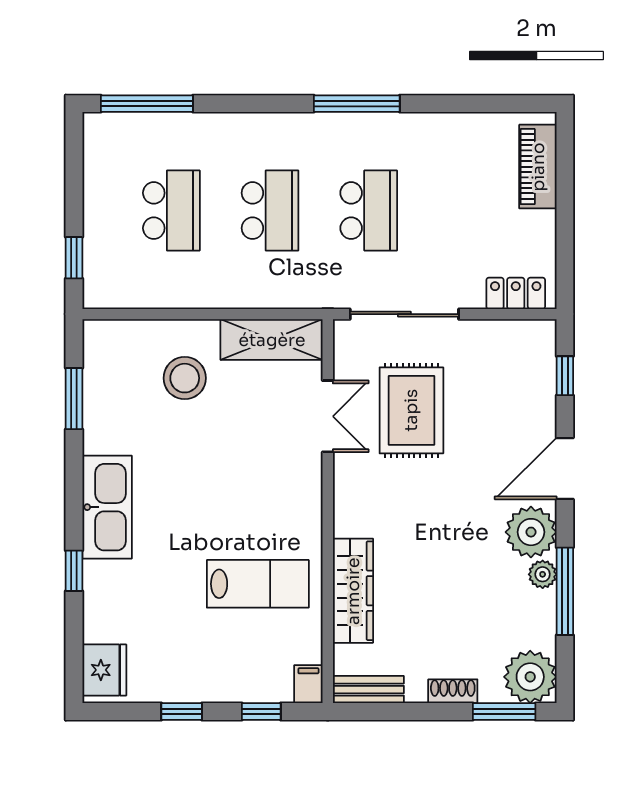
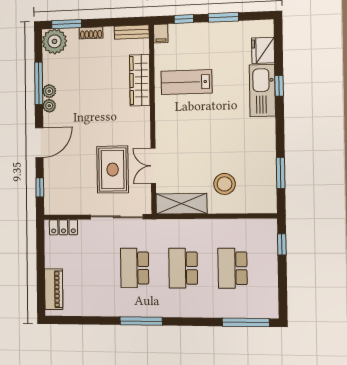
kitchen sink: (107, 507) -> (262, 90), moved
plant: (531, 532) -> (49, 106), width x0.53, depth x0.53
fridge: (104, 670) -> (263, 50), moved
window: (182, 711) -> (223, 17), width x1.50

